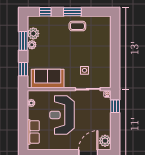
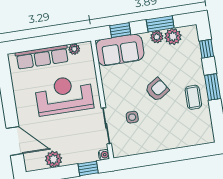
armchair: (68, 50) -> (157, 90), added
sofa: (48, 78) -> (120, 50), moved, turned 90
row of seats: (33, 132) -> (42, 57), width x1.48
plant: (105, 141) -> (54, 159), moved

